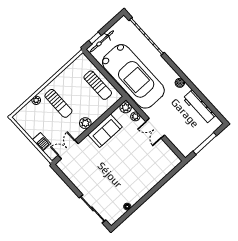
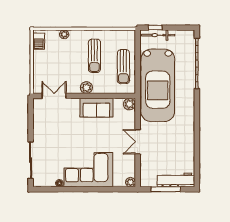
boiler: (180, 83) -> (190, 124), removed
sun lounger: (58, 103) -> (94, 56), moved
workbench: (199, 107) -> (176, 180), moved, turned 90
plant: (135, 116) -> (131, 182), moved
barbecue: (42, 142) -> (39, 41), moved
corner sofa: (139, 179) -> (88, 170), added

